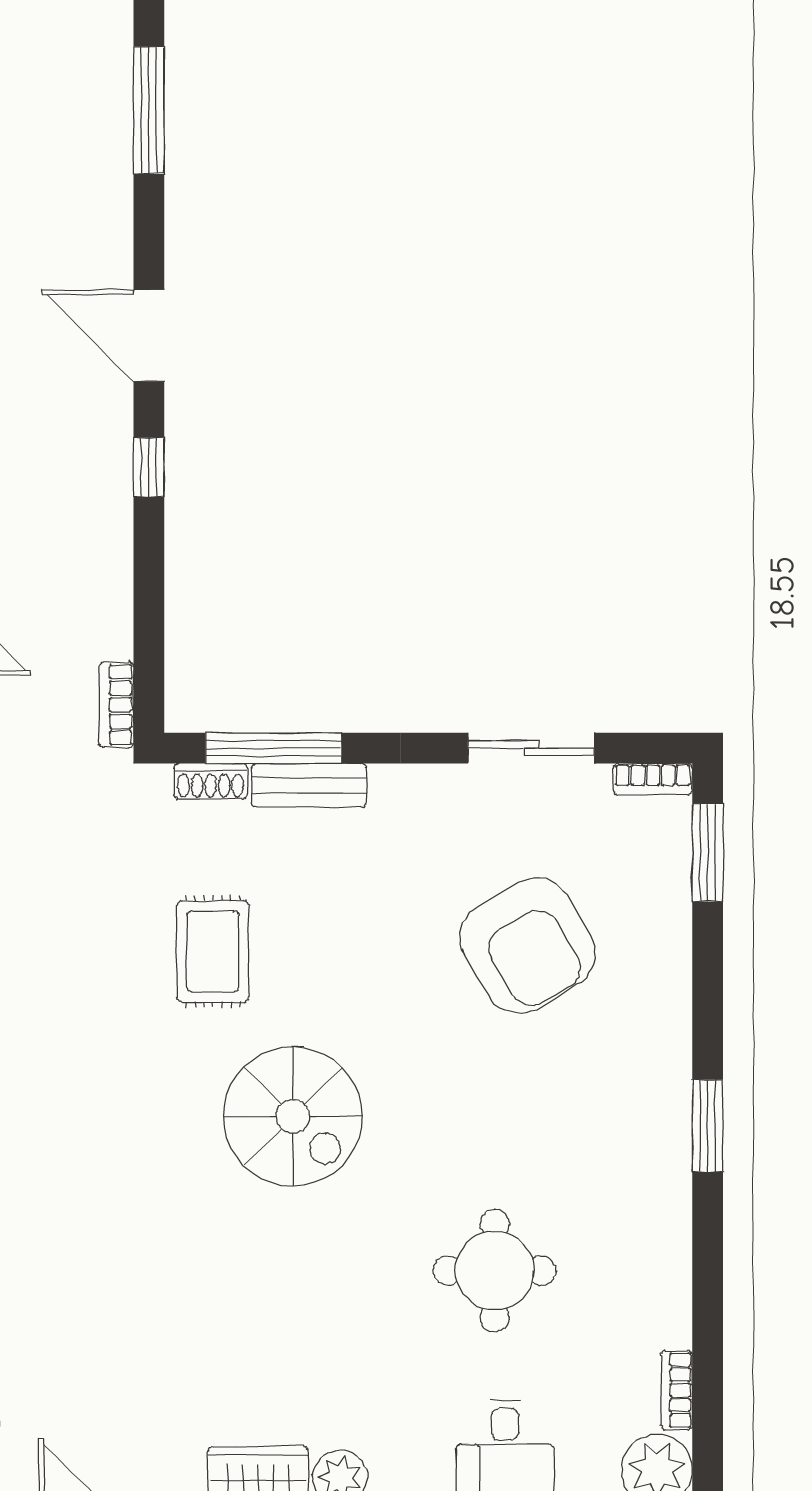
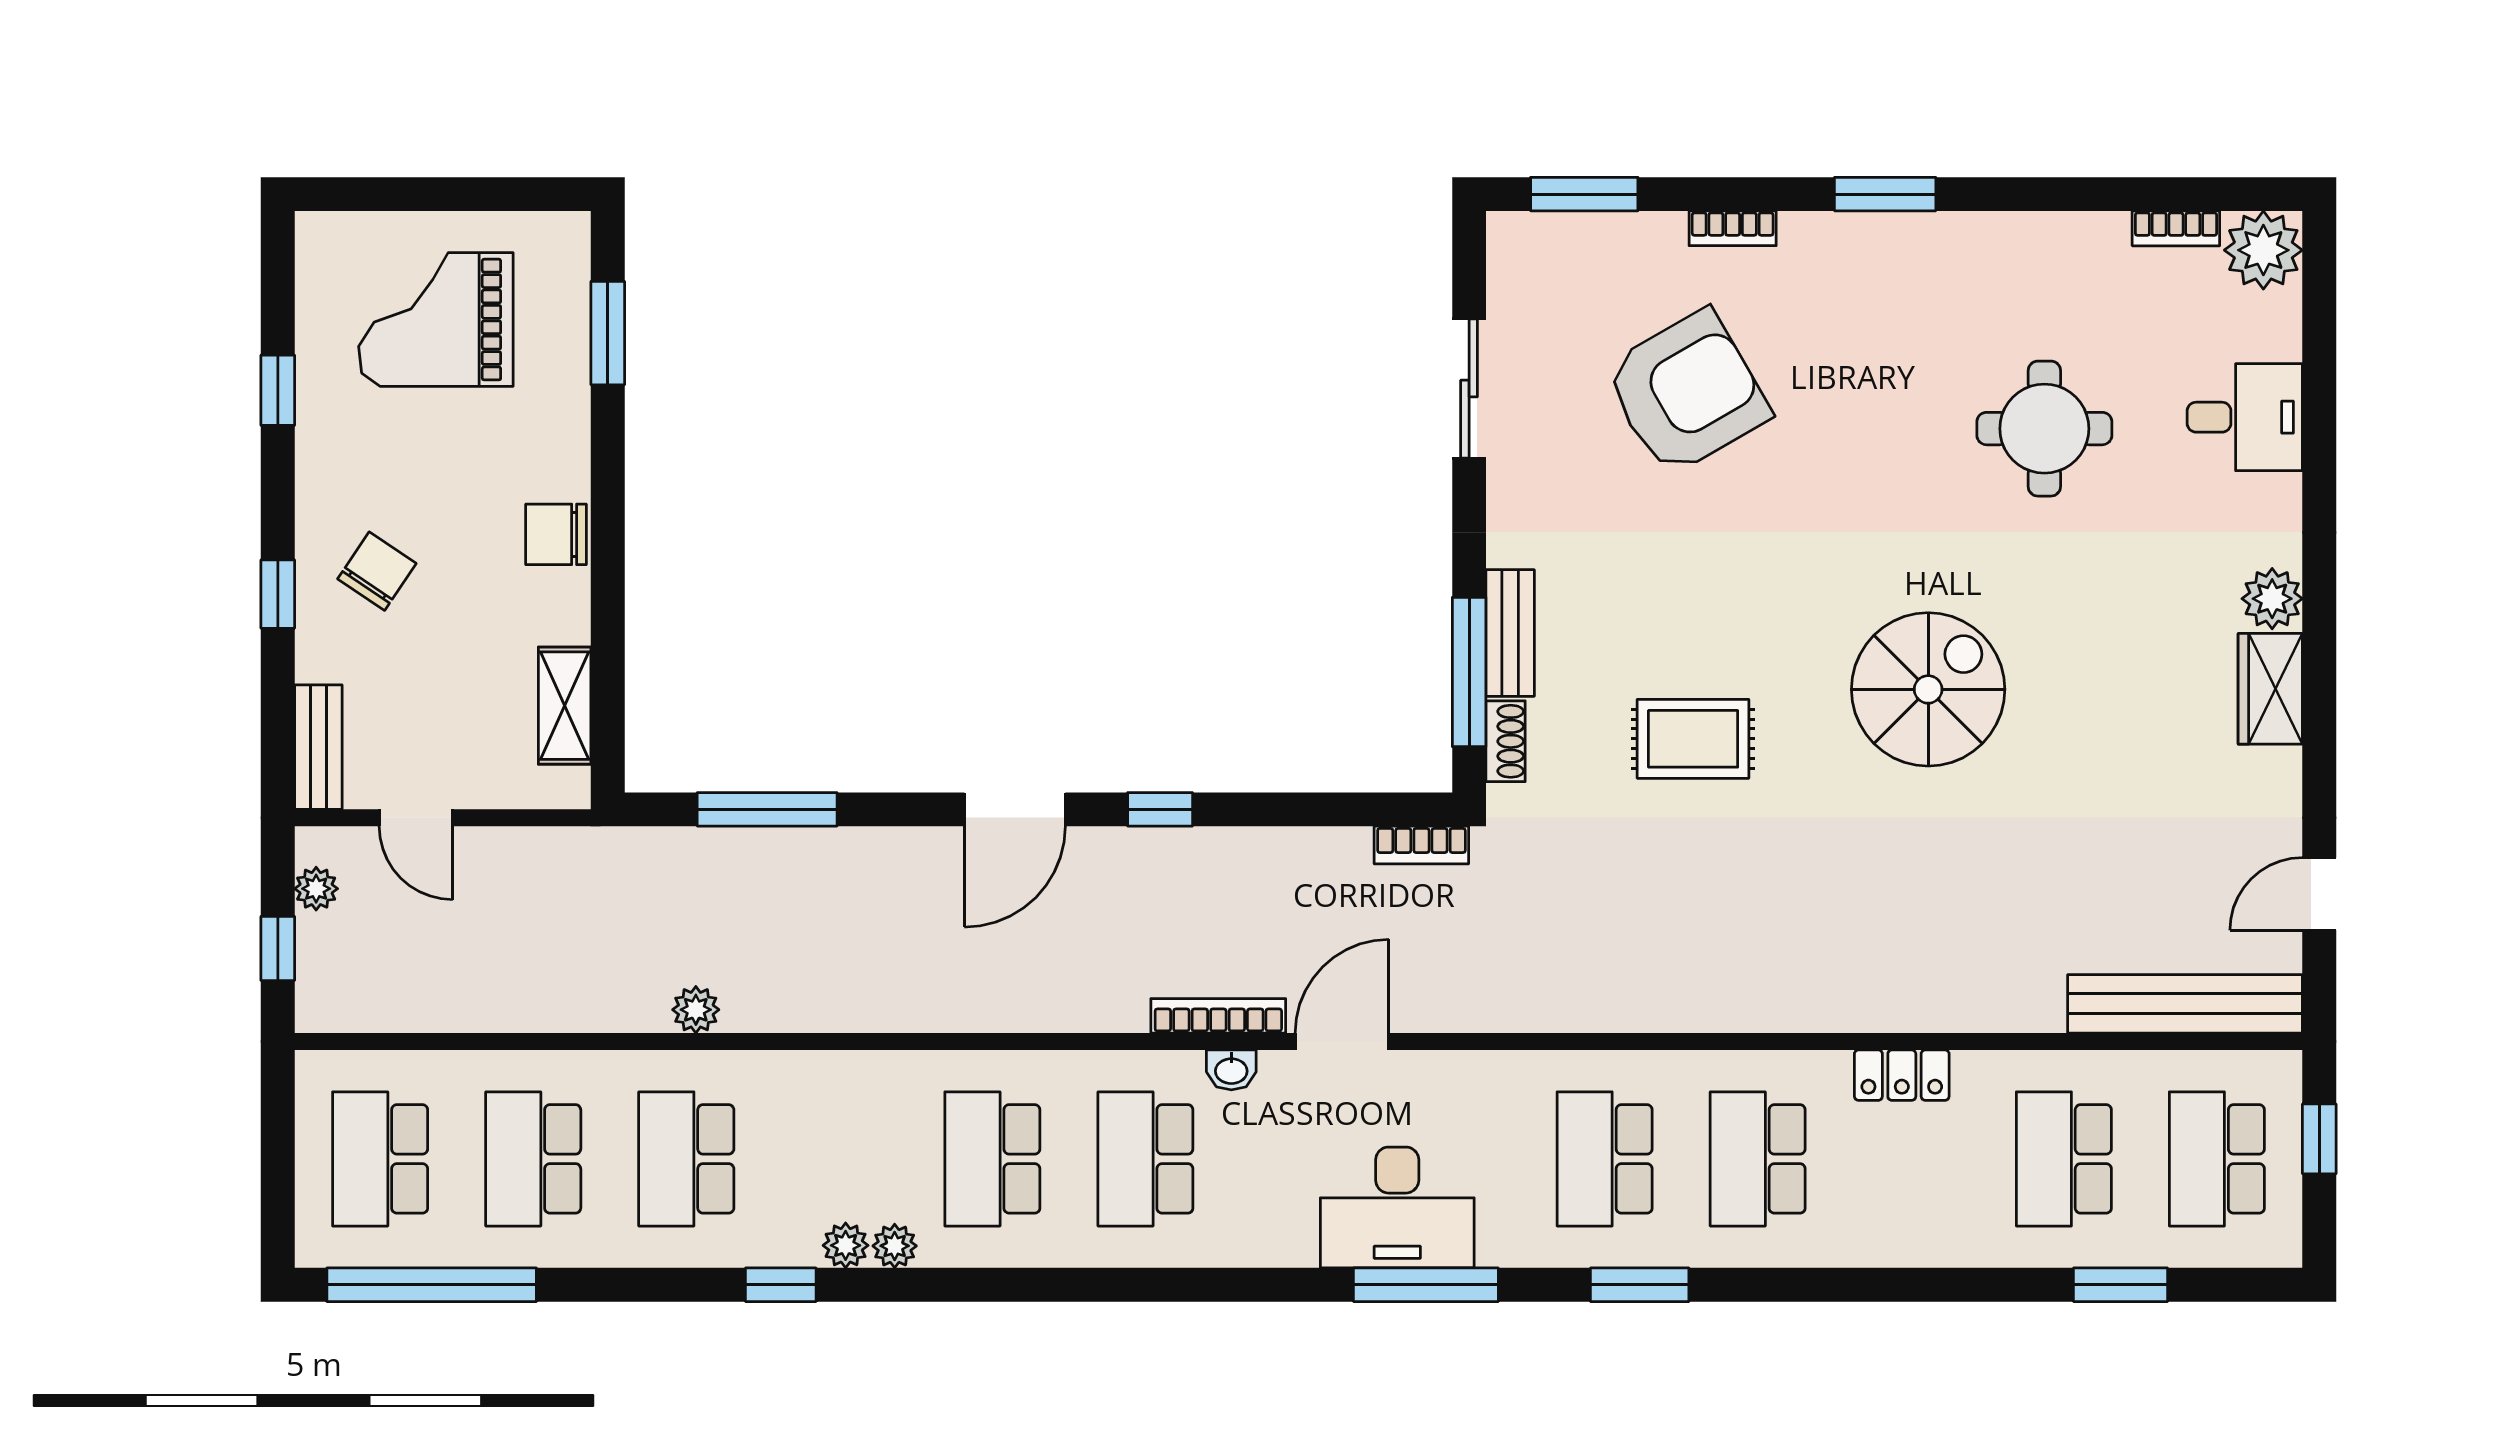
bookcase: (653, 779) -> (1733, 228), moved, turned 90
spiral stairs: (293, 1116) -> (1928, 689), moved

